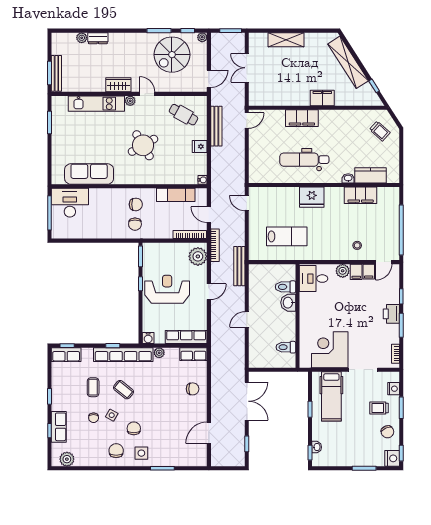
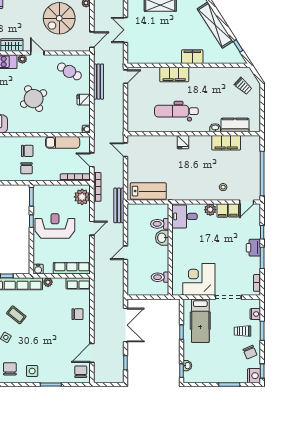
fridge: (312, 197) -> (183, 142), width x0.53, depth x0.75
lab bench: (287, 236) -> (148, 191), moved
chair: (134, 428) -> (81, 372), moved

